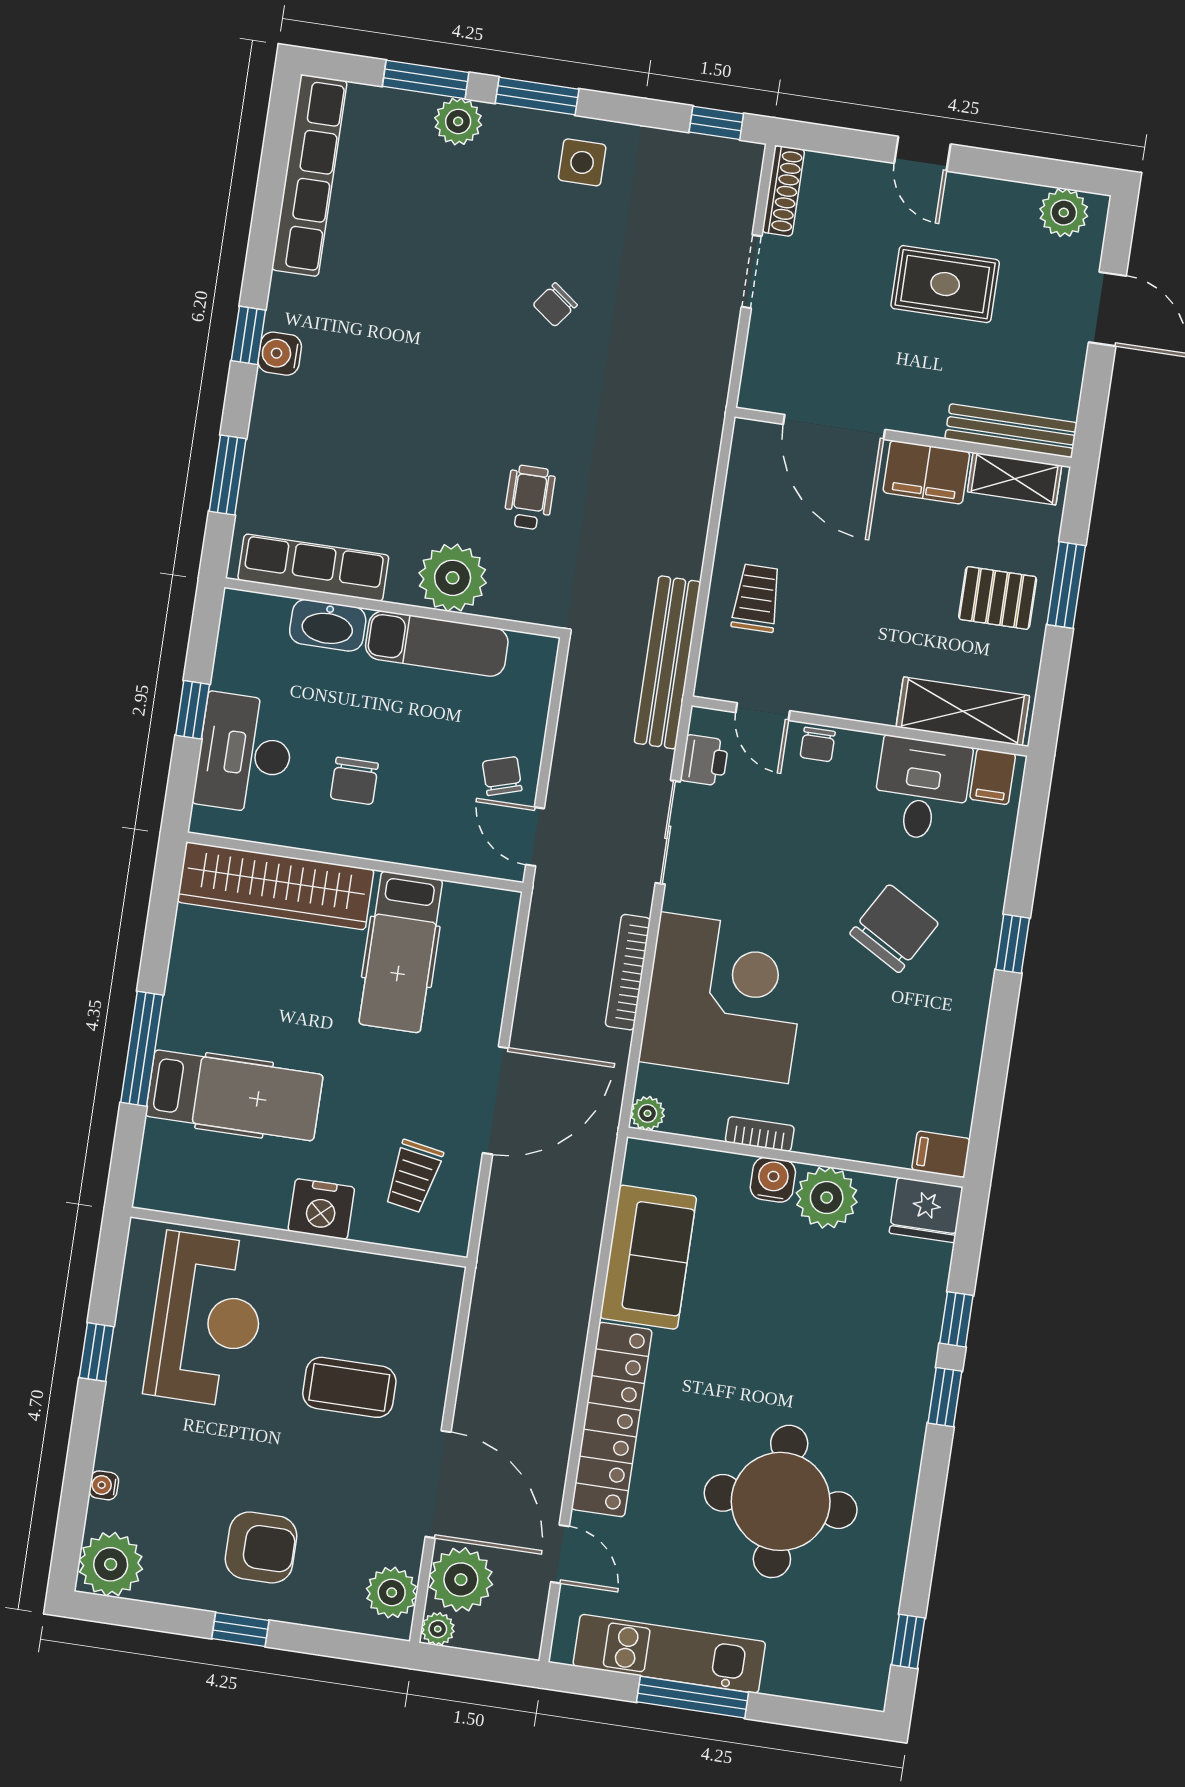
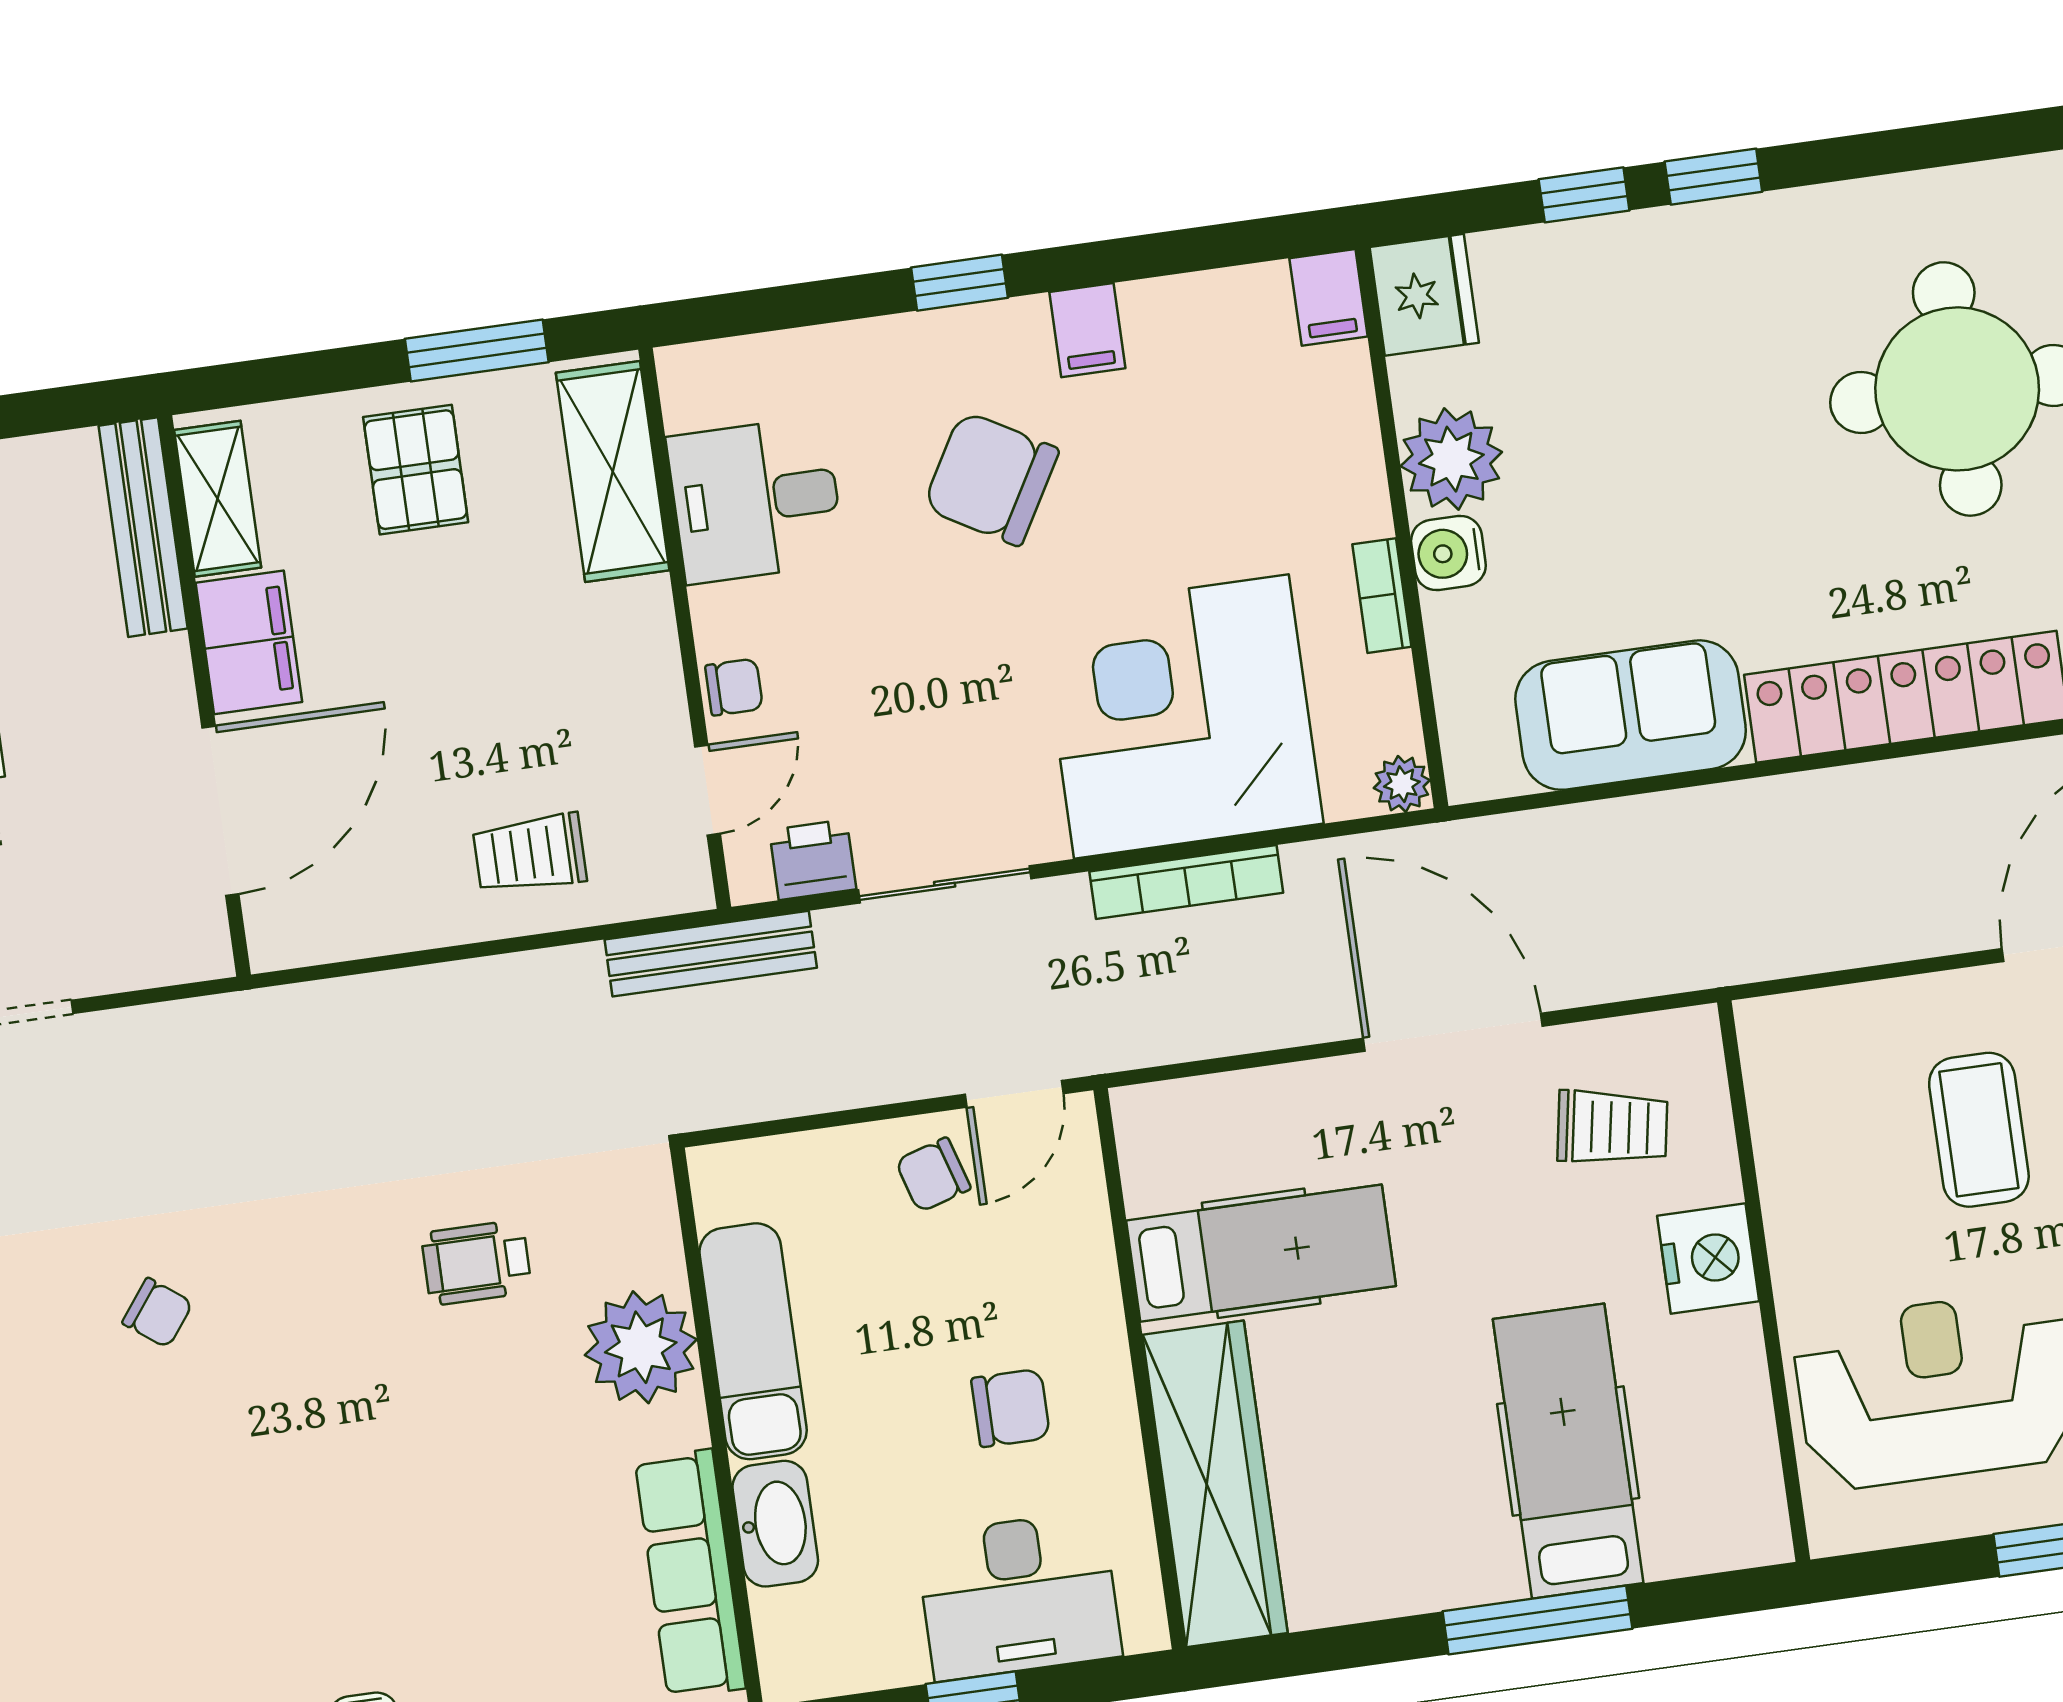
window: (1066, 585) -> (477, 350), moved
bench: (667, 662) -> (711, 954), width x0.73, depth x0.82
filing cabinet: (993, 777) -> (1087, 330), moved, turned 90

